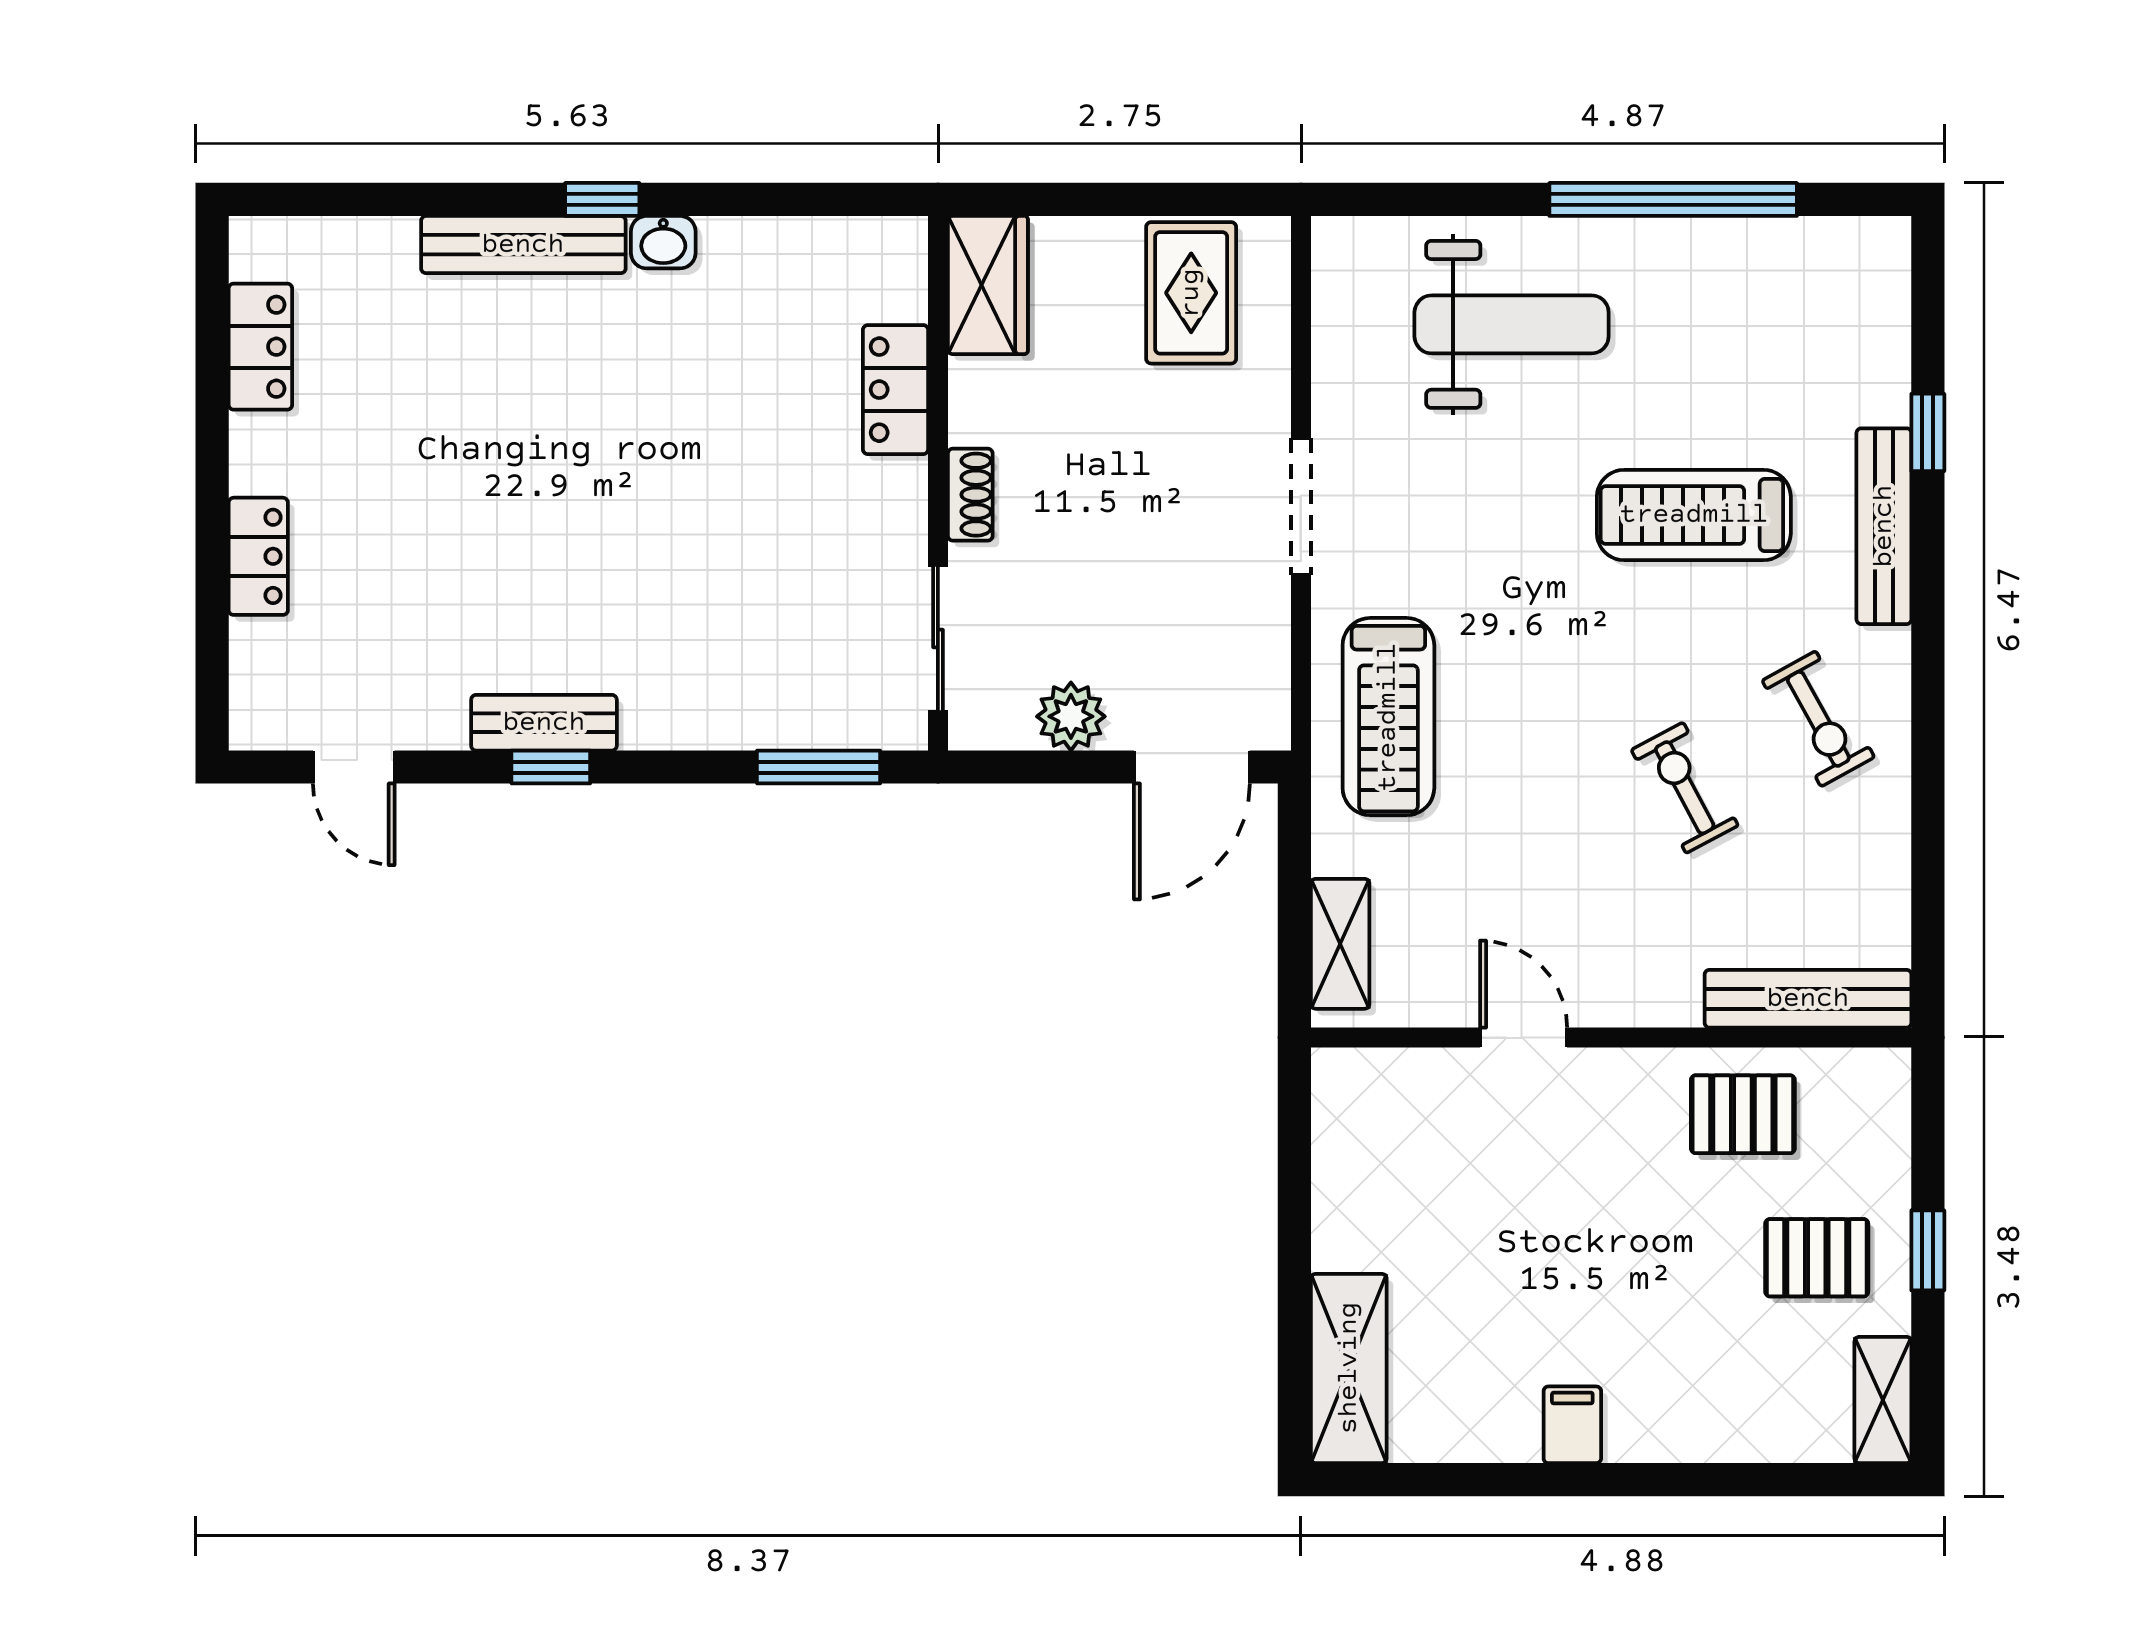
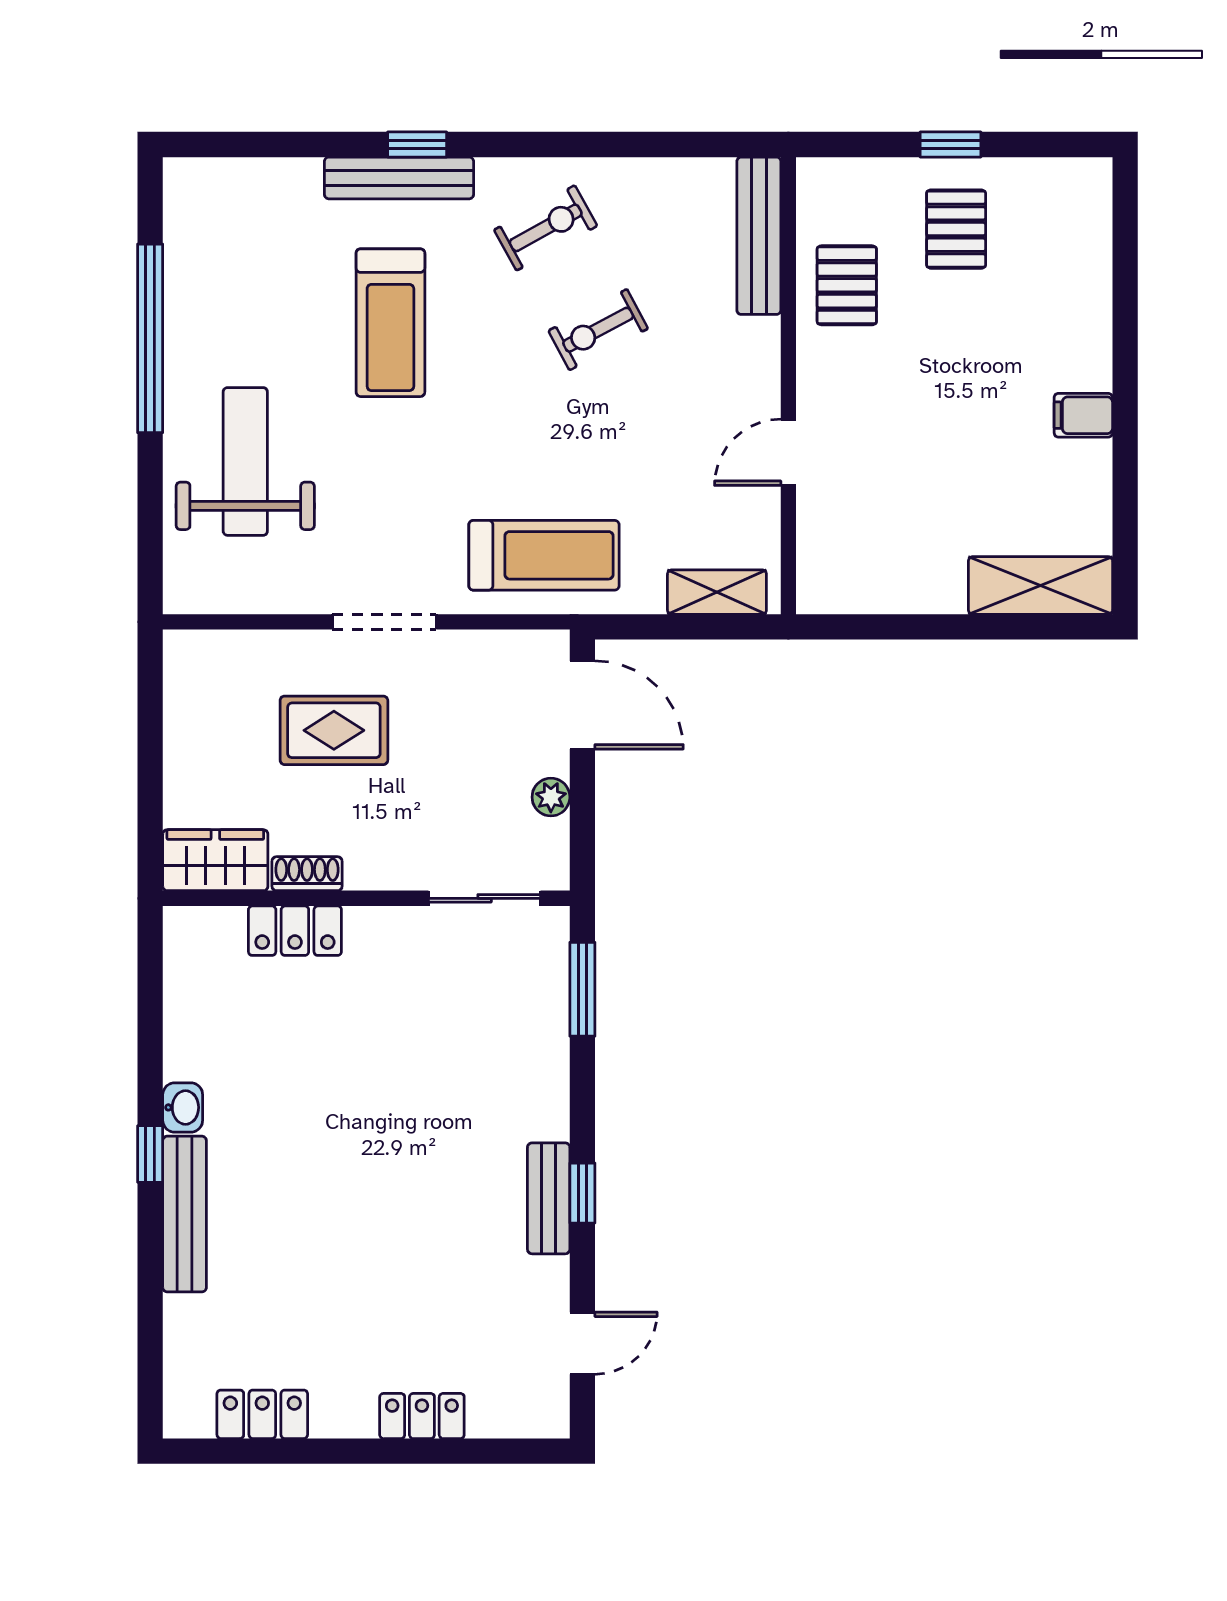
rug: (1191, 293) -> (334, 730), moved
window: (1928, 432) -> (417, 144), moved
shoe rack: (970, 495) -> (307, 874), moved
plant: (1071, 716) -> (551, 797), width x0.73, depth x0.73
shelving: (1883, 1400) -> (1064, 179), removed

